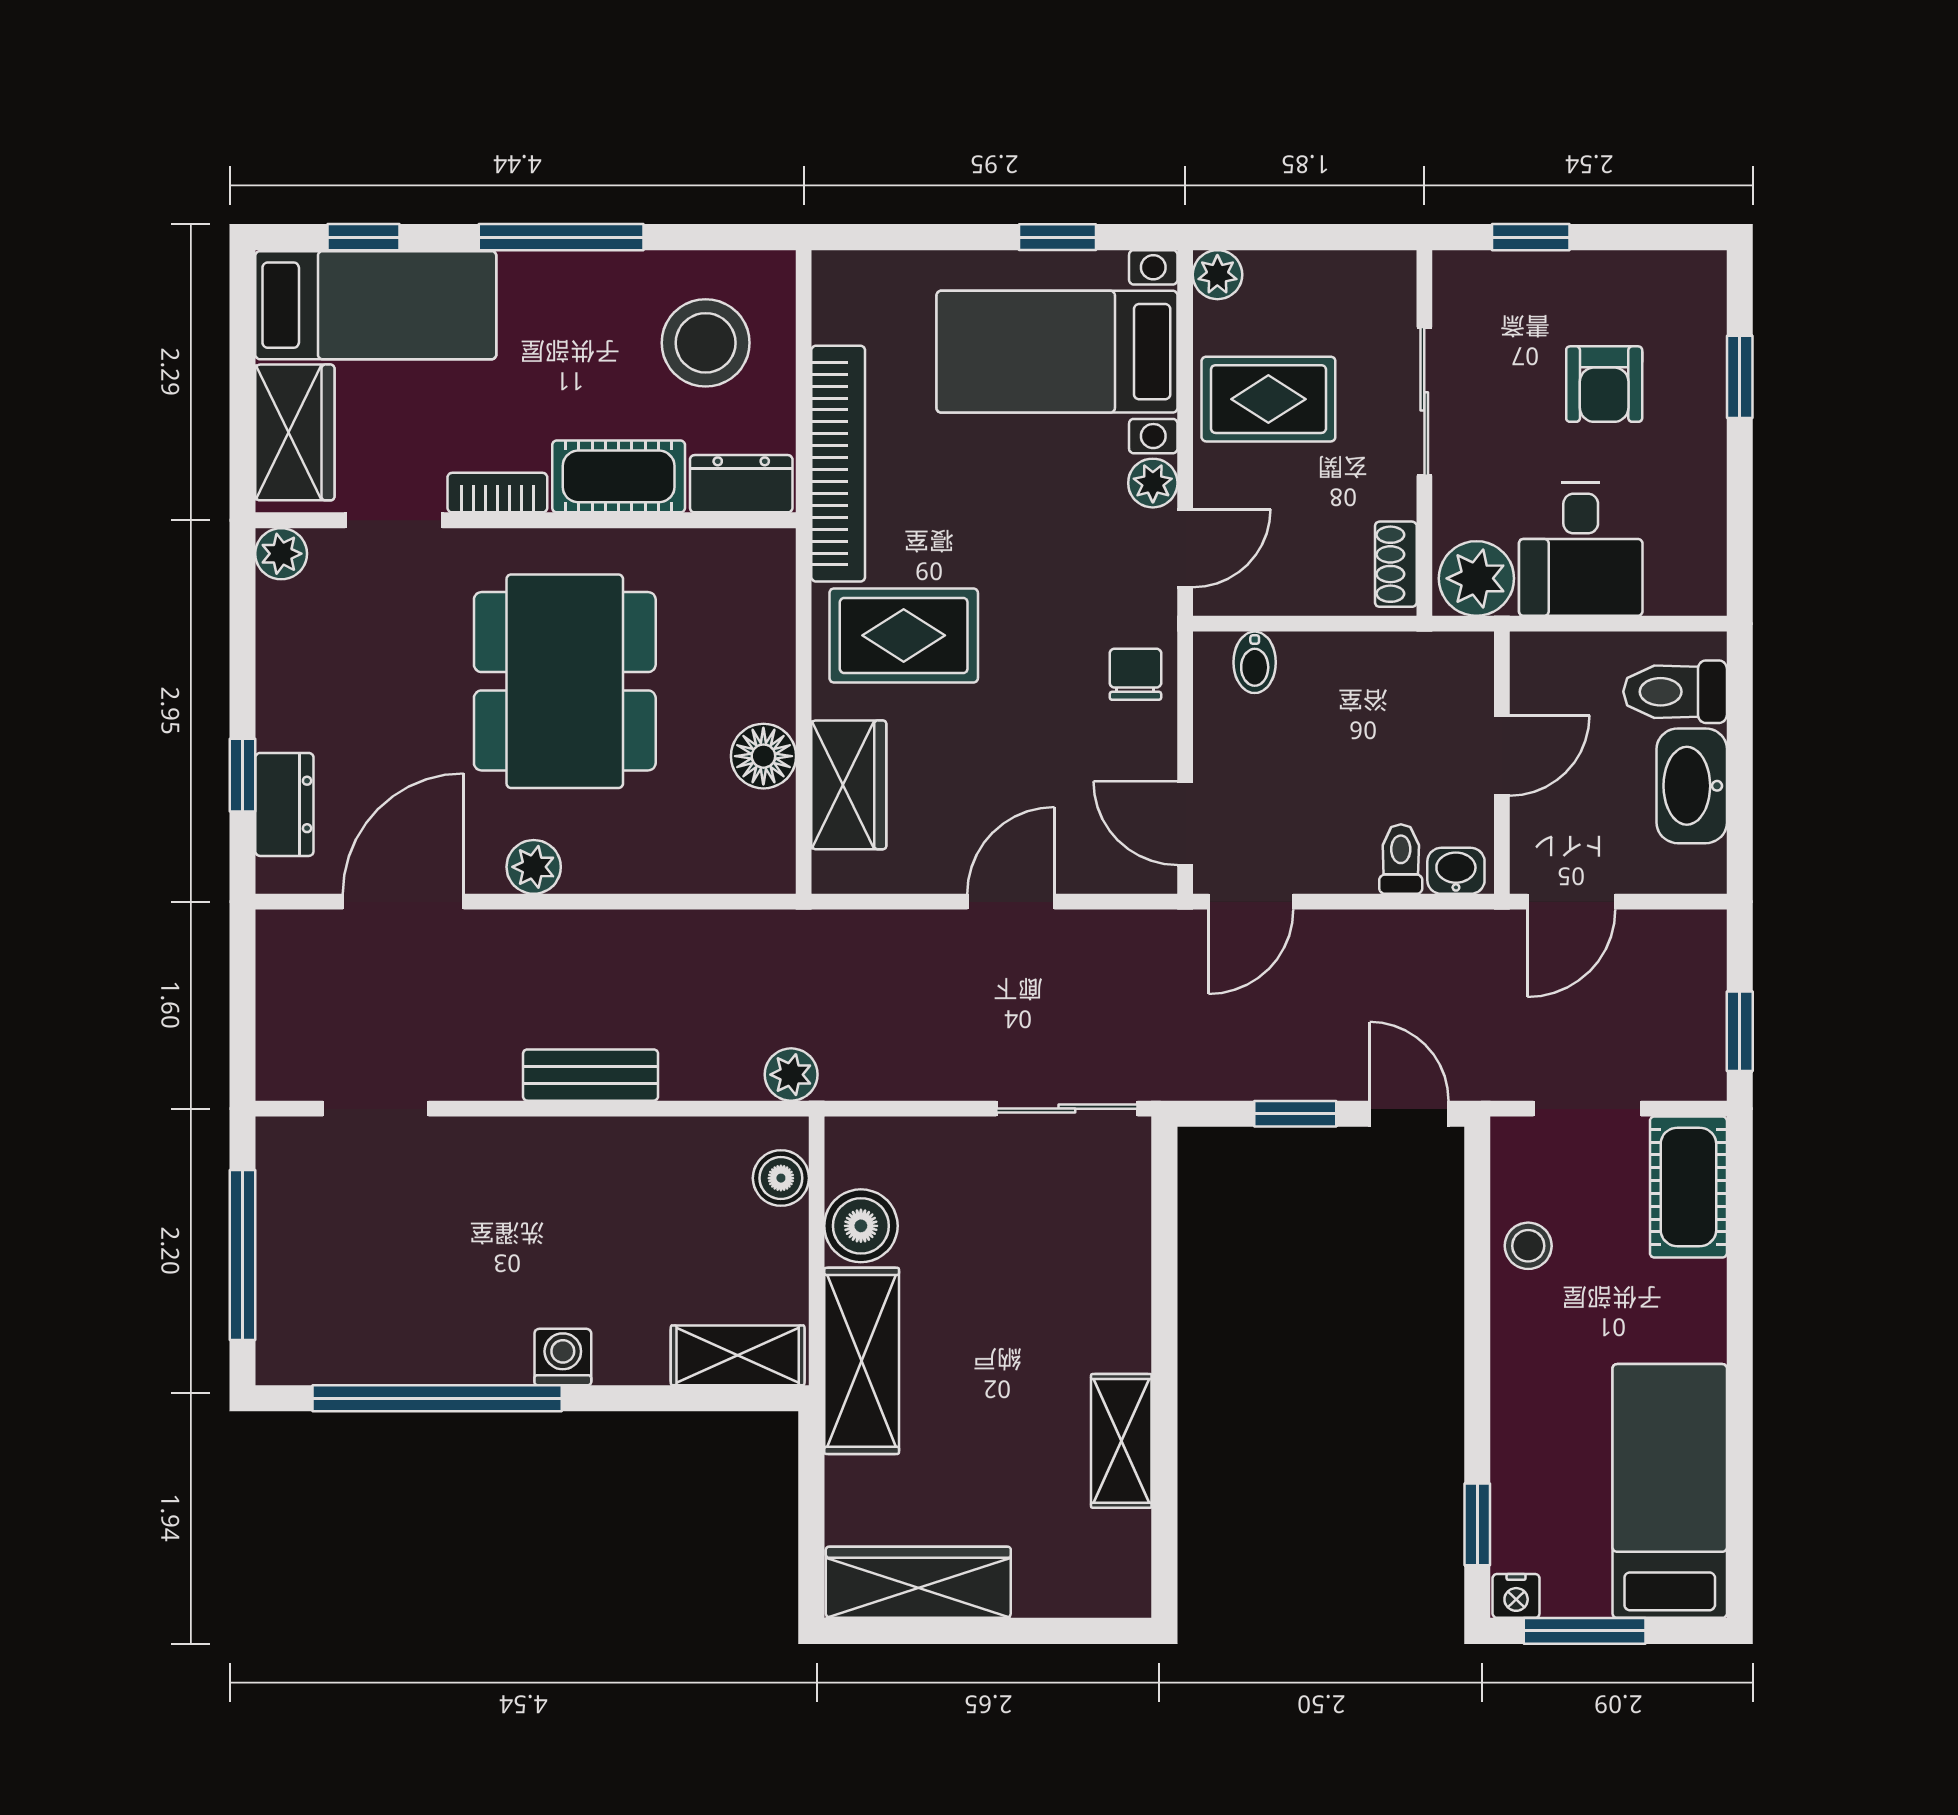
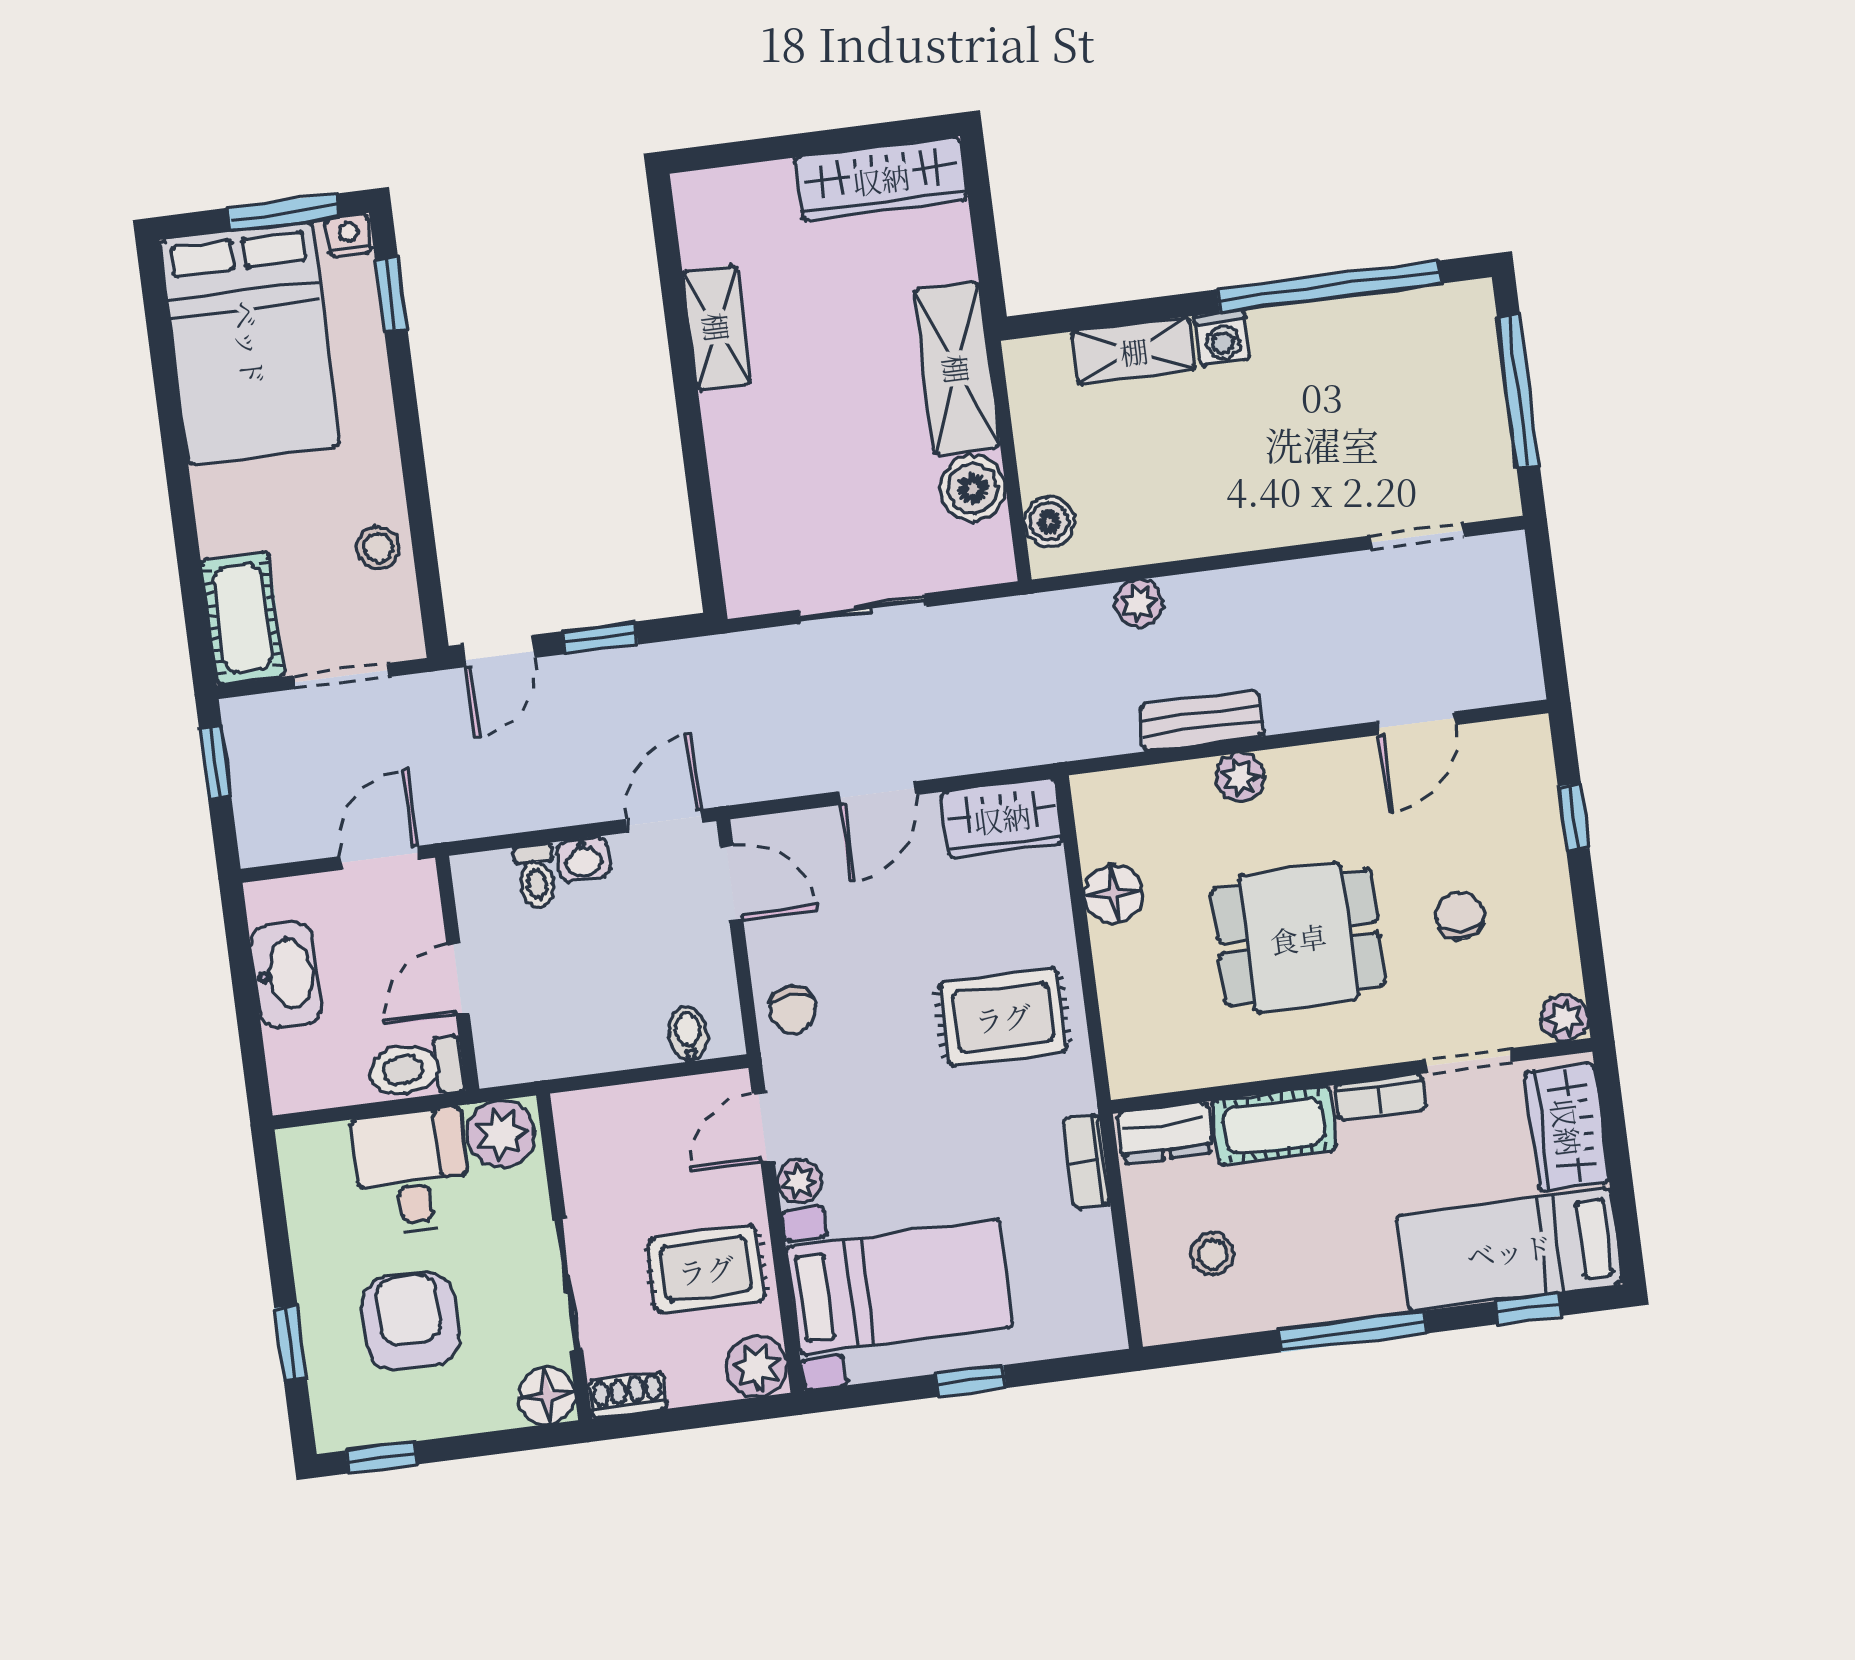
window: (1058, 237) -> (971, 1381), moved
window: (1531, 237) -> (382, 1457), moved
plant: (1217, 275) -> (757, 1367), width x1.38, depth x1.38
floor lamp: (1464, 281) -> (547, 1396), added
stool: (706, 343) -> (1212, 1254), width x0.53, depth x0.53
armchair: (1604, 384) -> (410, 1321), width x1.38, depth x1.38
bookcase: (838, 464) -> (1086, 1161), width x0.43, depth x0.76
shoe rack: (1396, 564) -> (628, 1395), moved, turned -90
dining table: (565, 681) -> (1298, 938), width x0.73
chair: (383, 682) -> (1459, 916), added
toilet: (1675, 692) -> (416, 1069), moved, turned 180
wardrobe: (849, 785) -> (1002, 818), moved, turned -90
dresser: (284, 804) -> (1533, 796), removed
plant: (534, 867) -> (1240, 777), moved
washbasin: (1456, 871) -> (583, 859), moved
door: (403, 902) -> (1416, 723), width x0.73
bench: (591, 1075) -> (1201, 721), moved
plant: (791, 1075) -> (1139, 603), moved
sliding door: (1067, 1109) -> (863, 608), moved
door: (1409, 1114) -> (499, 651), hinge flipped
shelving: (738, 1355) -> (1134, 351), moved
bed: (1670, 1491) -> (250, 343), width x1.50

